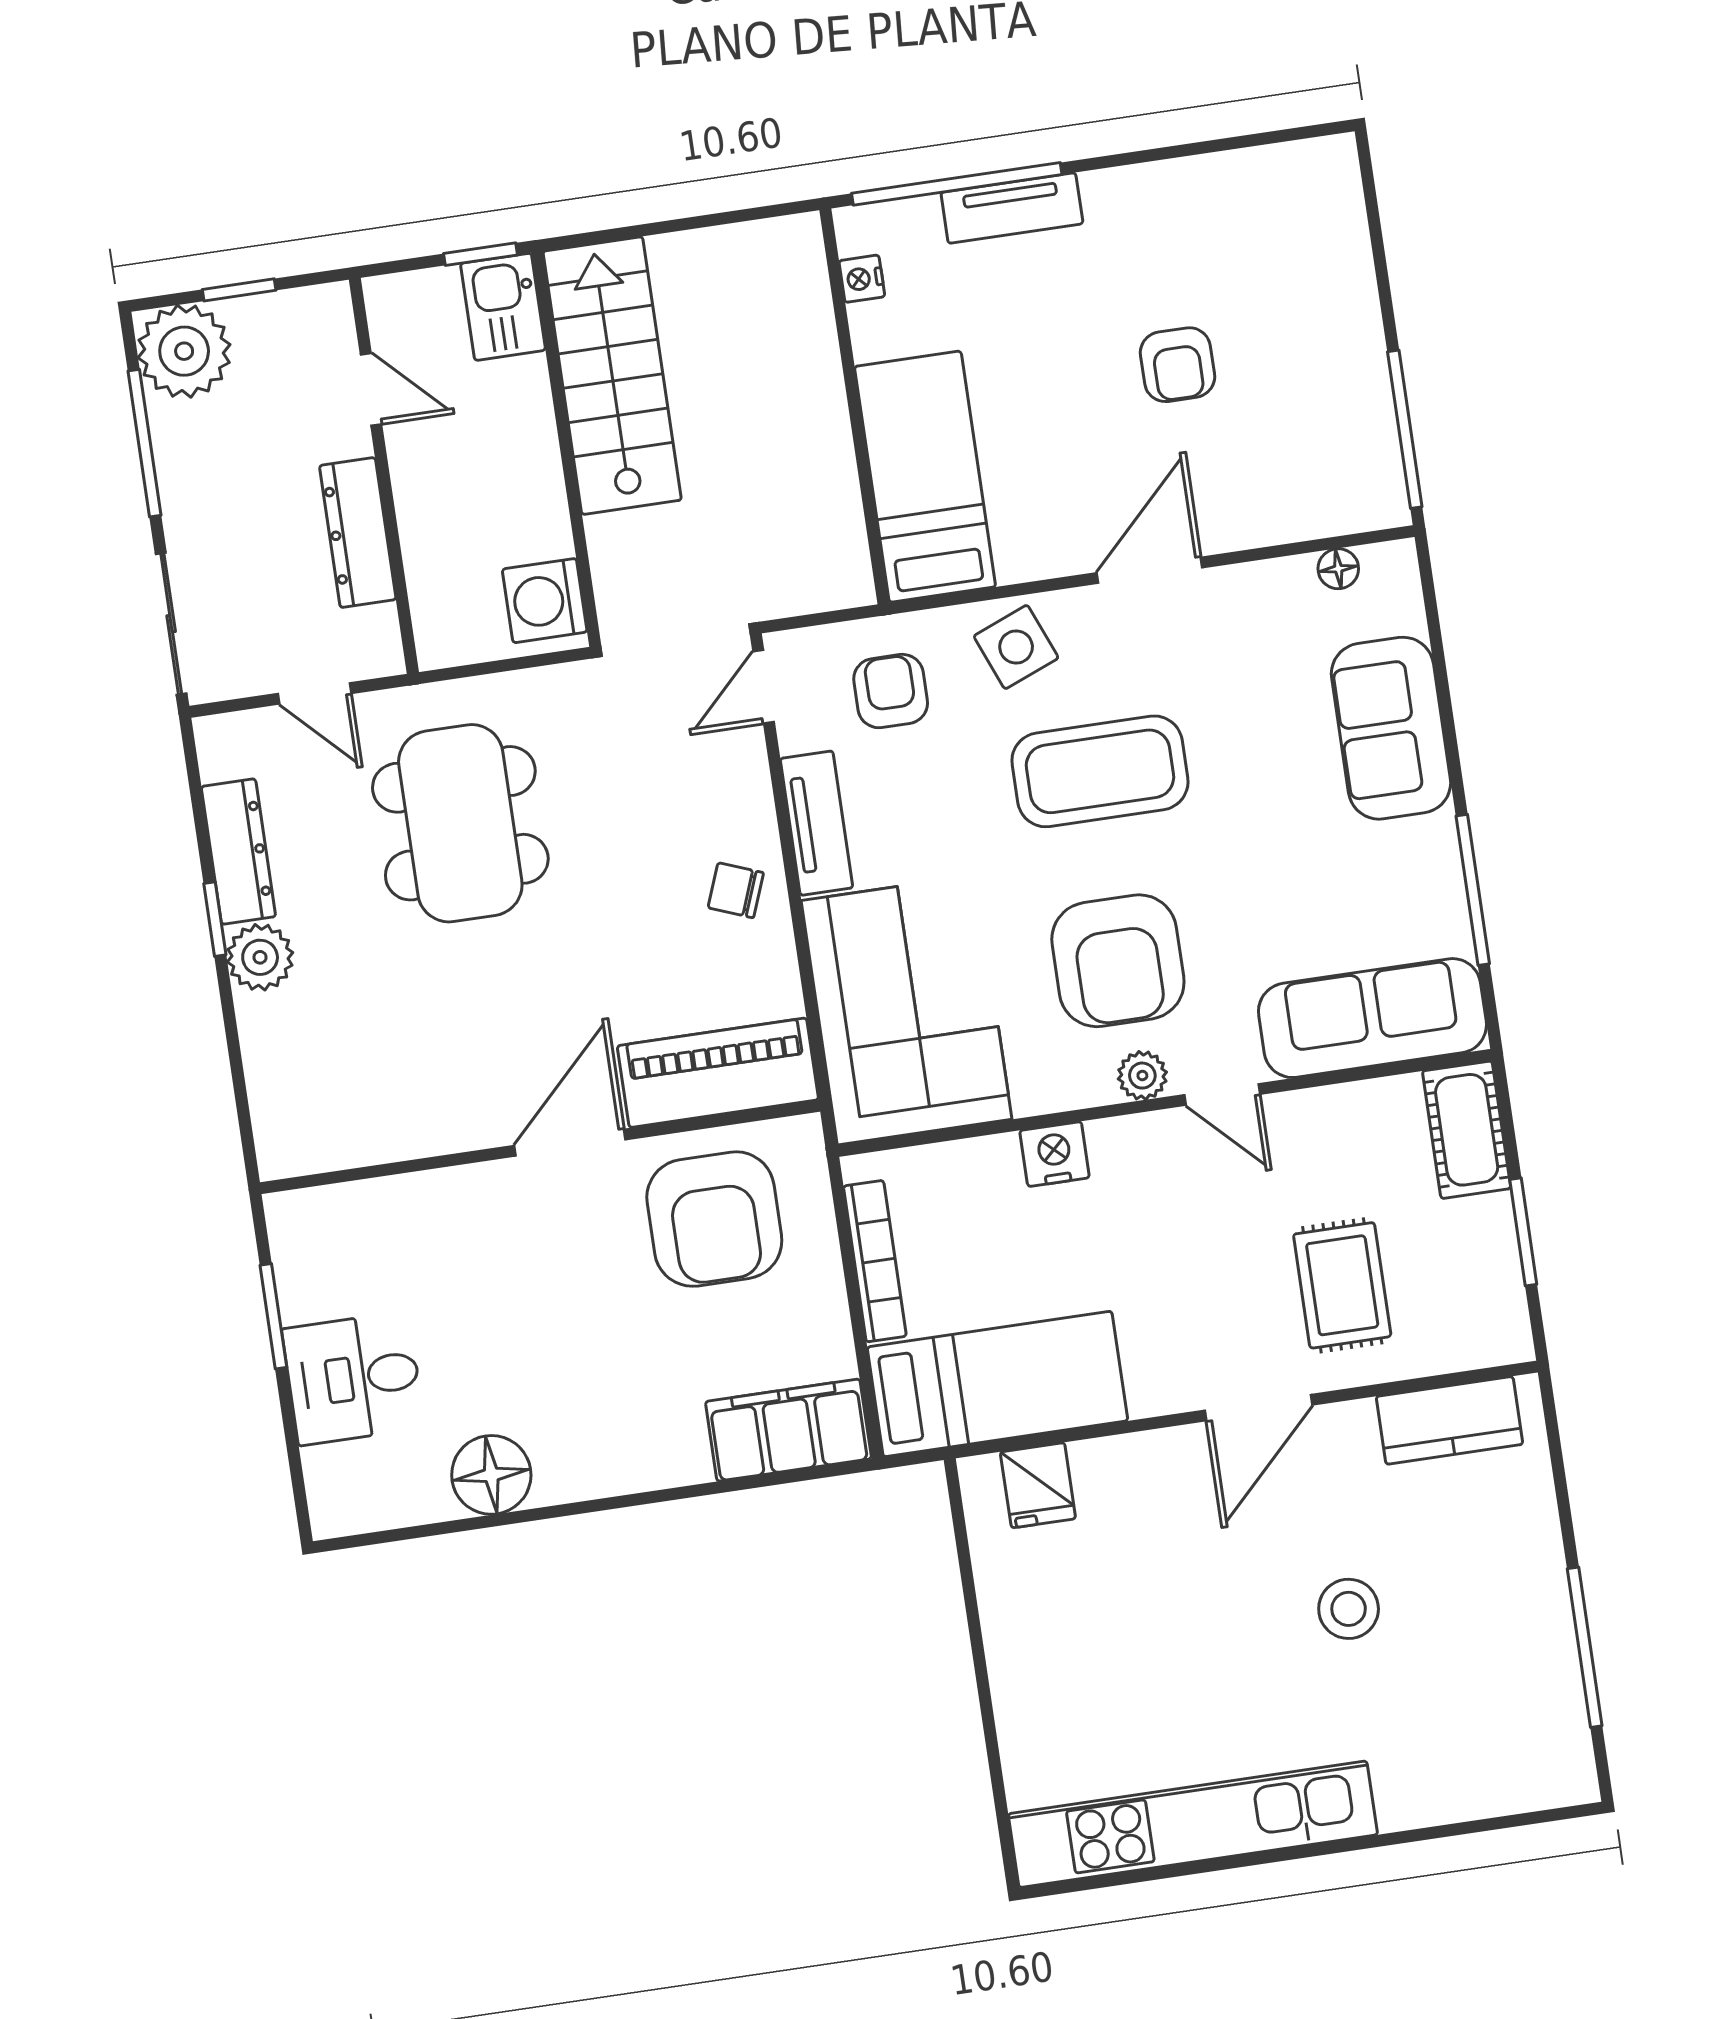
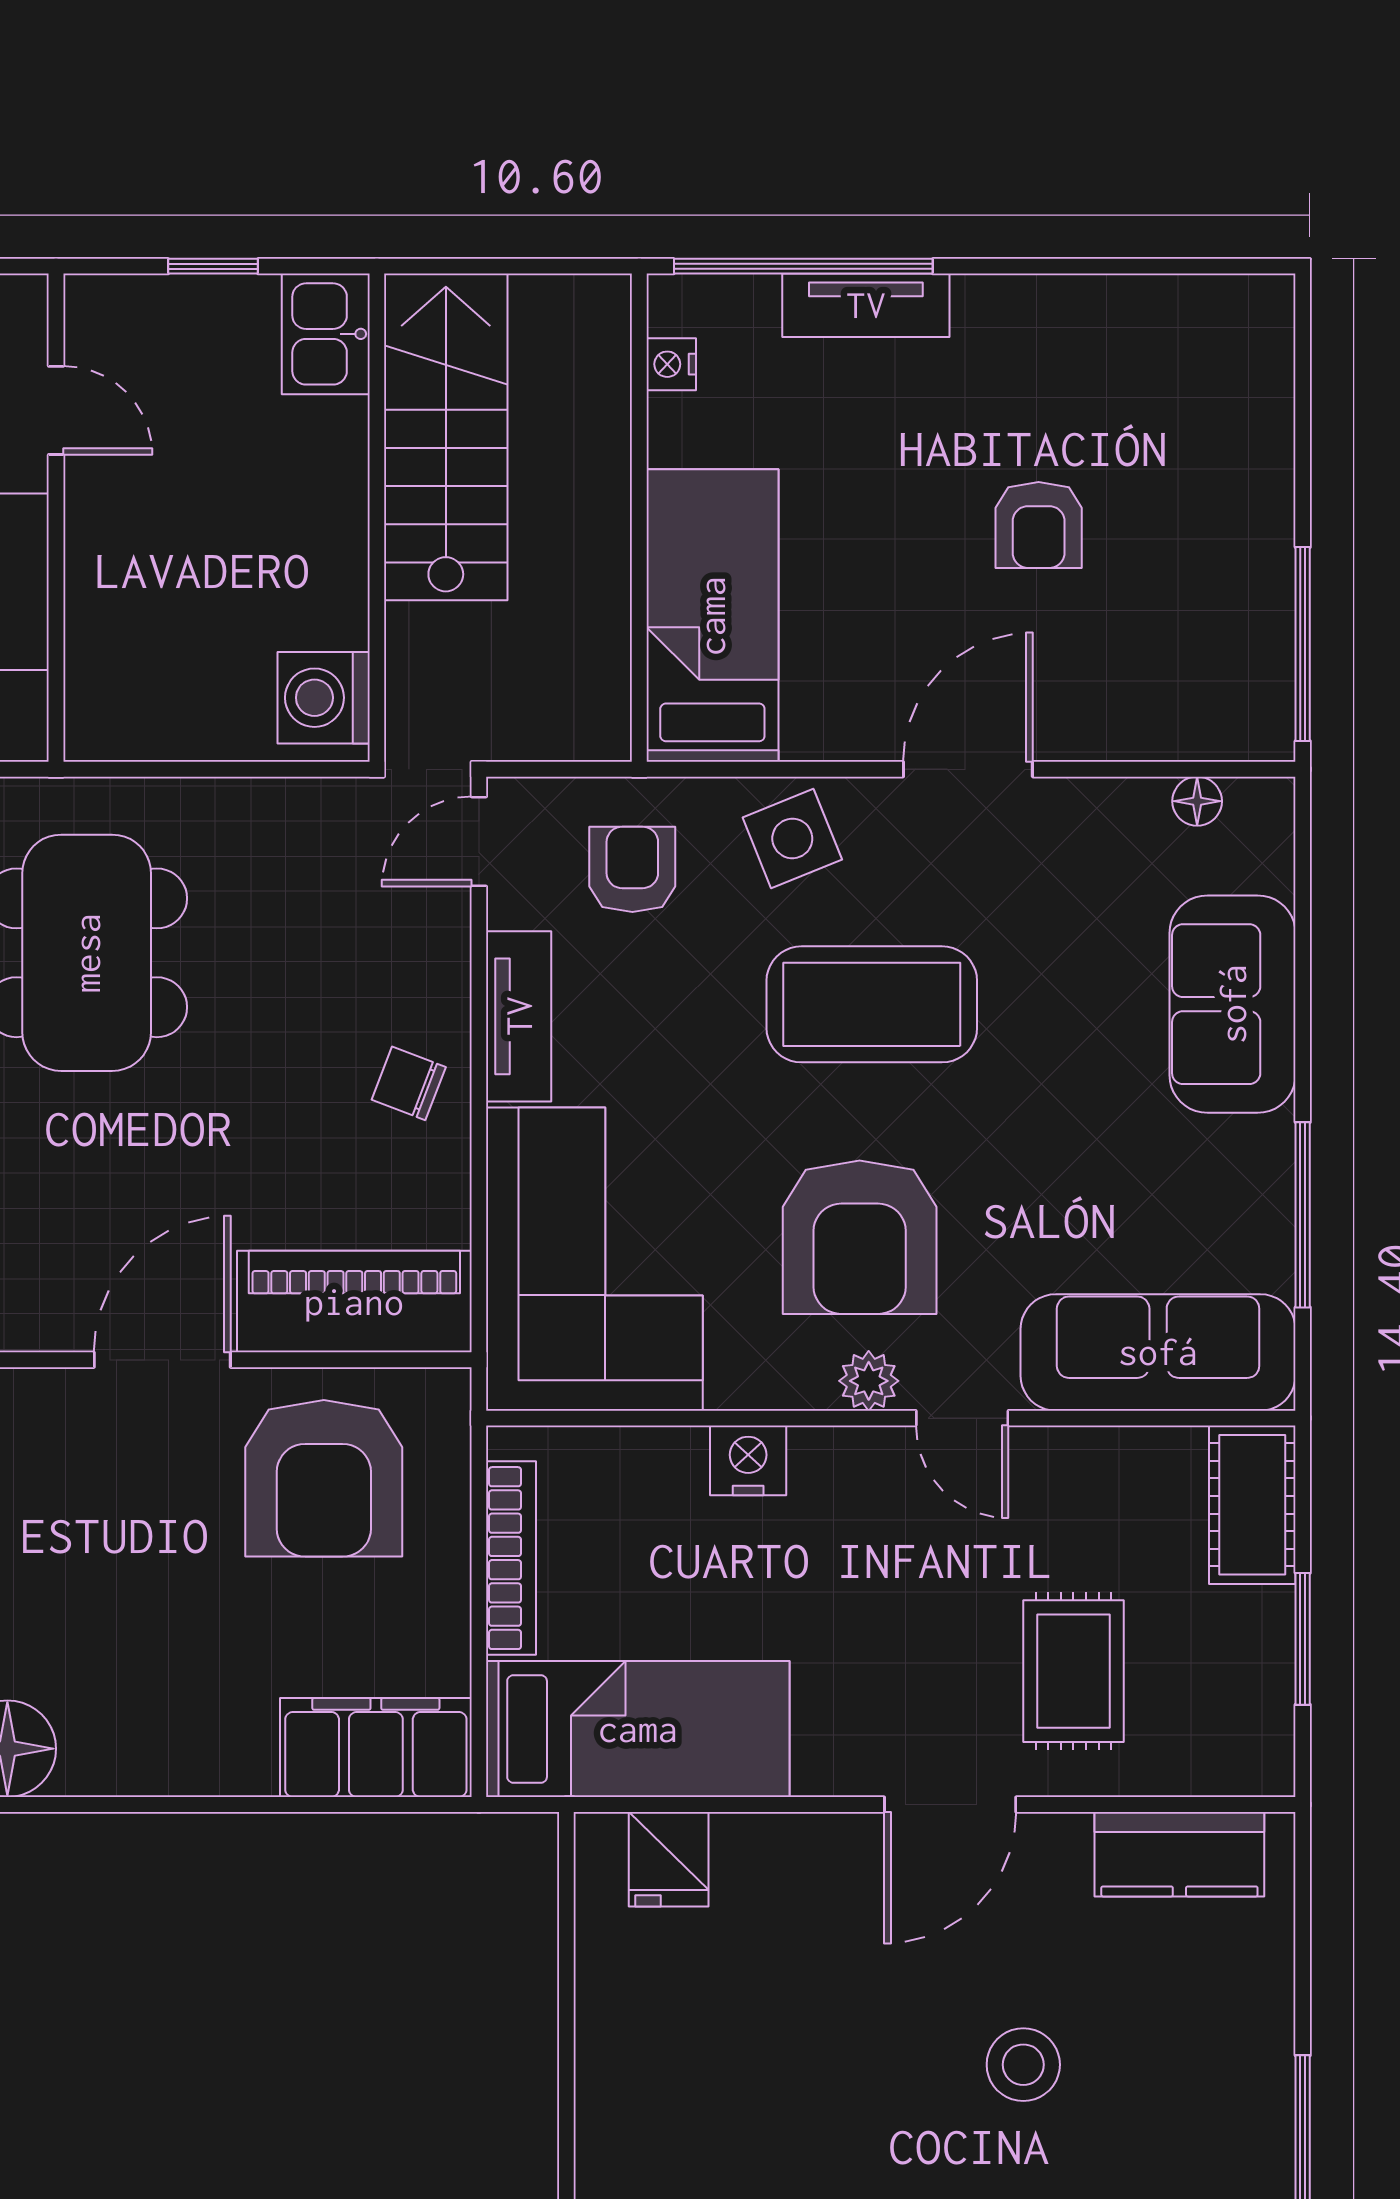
kitchen sink: (503, 307) -> (326, 334), moved
stairs: (612, 376) -> (446, 437), moved
wall: (566, 449) -> (377, 518), moved
washing machine: (545, 601) -> (324, 698), moved

